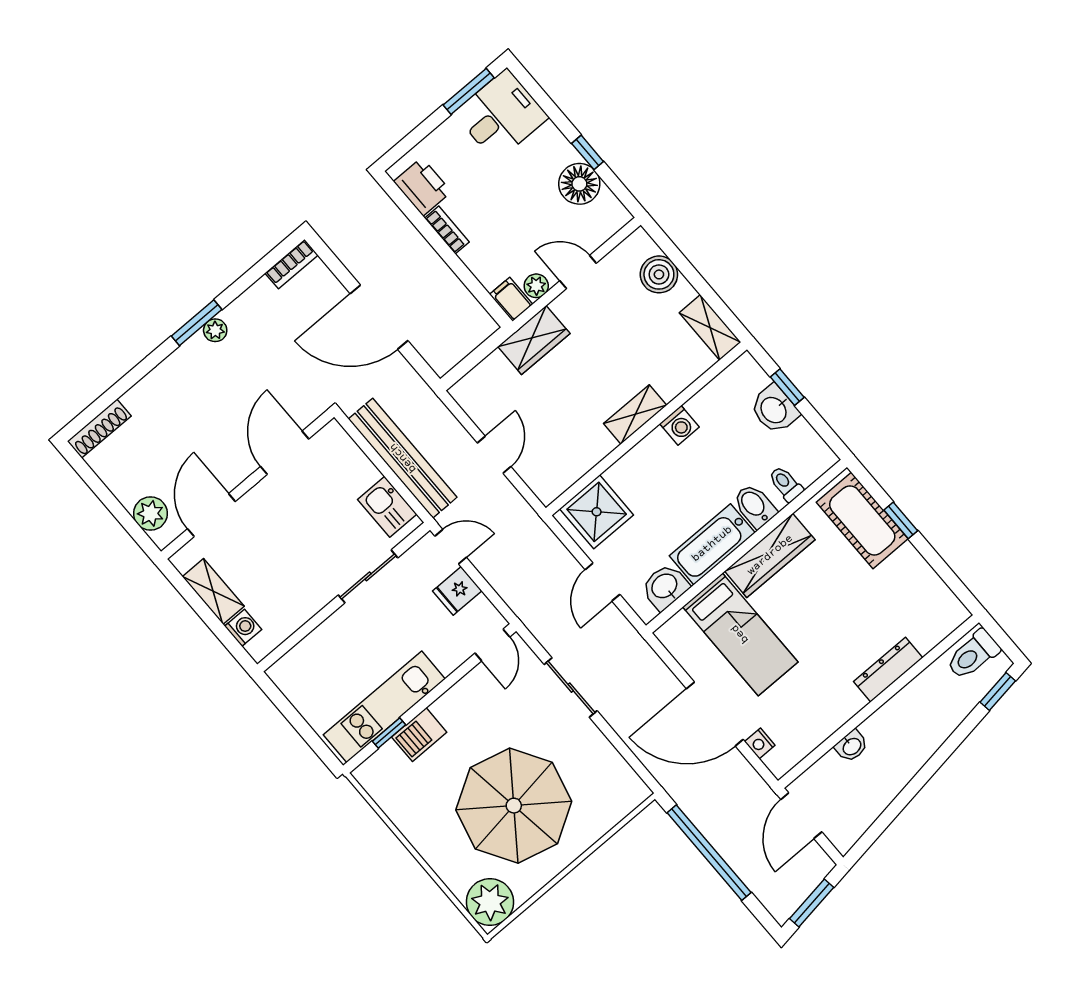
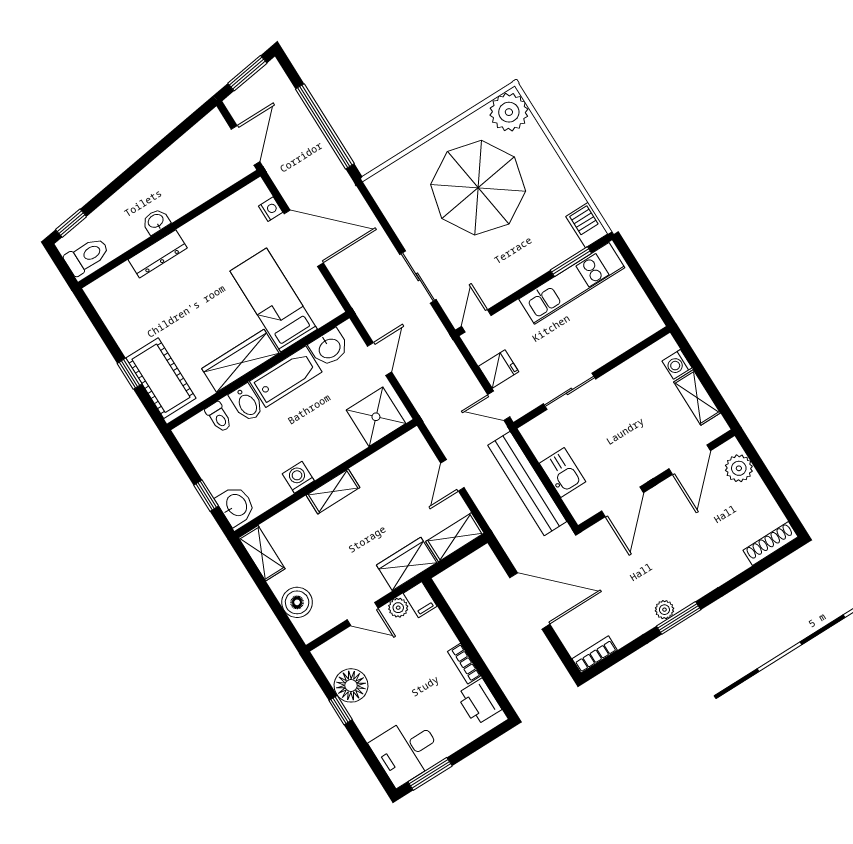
shelving: (480, 381) -> (455, 537), added
washbasin: (774, 409) -> (236, 505), moved
kitchen sink: (387, 507) -> (563, 473), moved
window: (389, 733) -> (571, 262), width x1.50
barbecue: (419, 735) -> (587, 225), moved, turned -90
washbasin: (852, 746) -> (156, 221), moved

